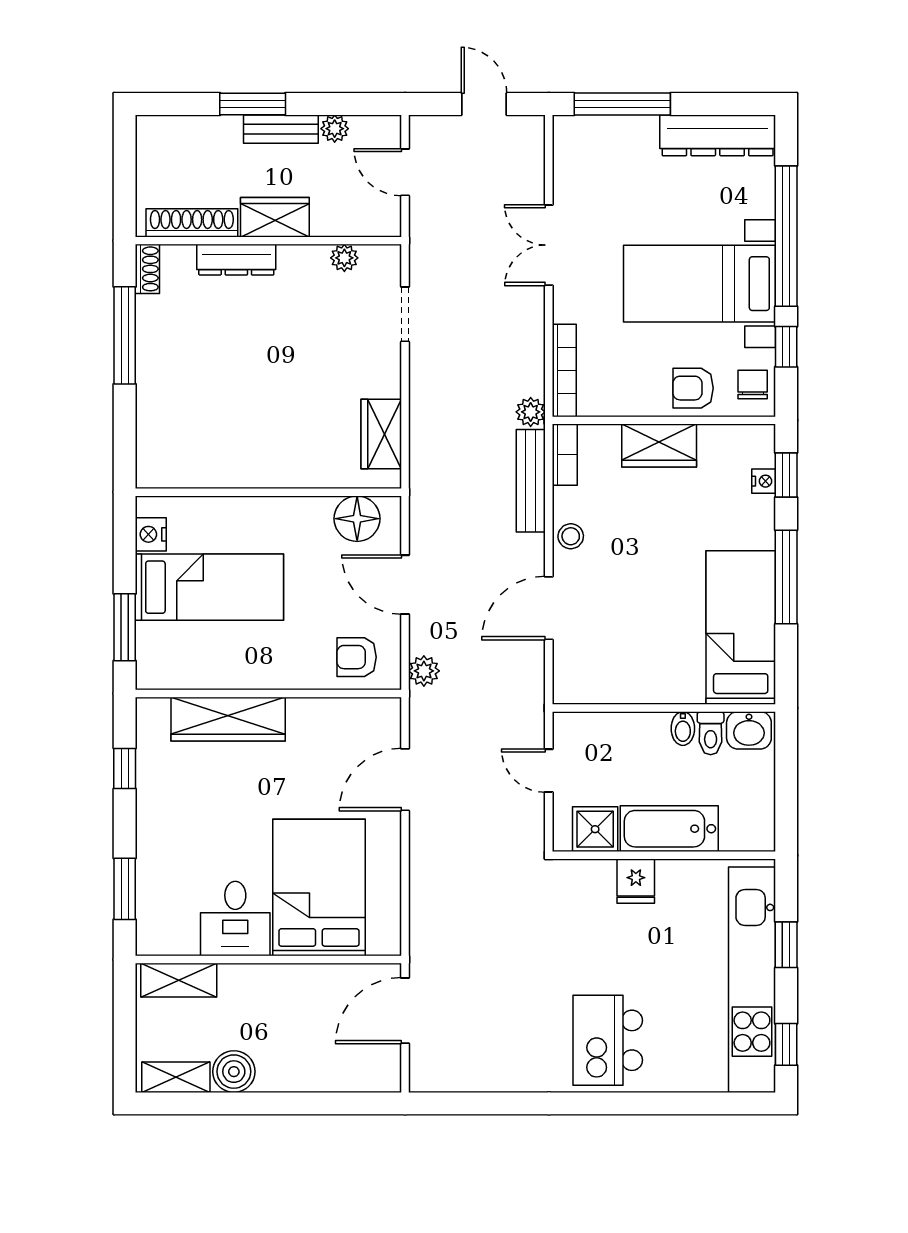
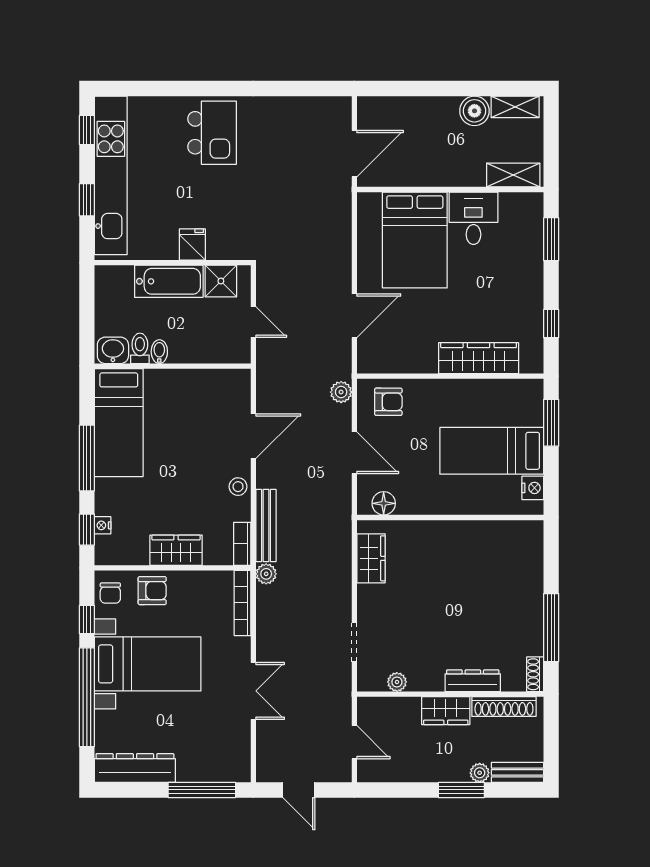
bench: (281, 129) -> (517, 772), moved
plant: (335, 129) -> (480, 773), moved
floor lamp: (357, 519) -> (384, 503), width x0.73, depth x0.73

